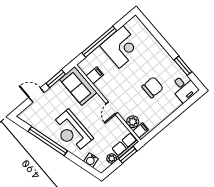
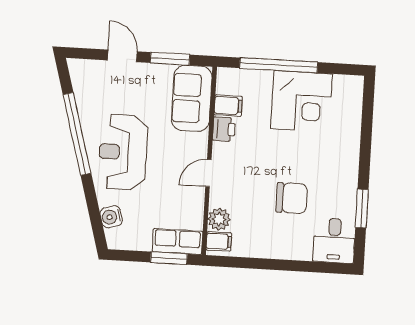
printer: (102, 86) -> (224, 129), added
plant: (112, 159) -> (142, 242), removed

